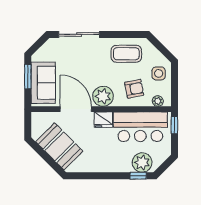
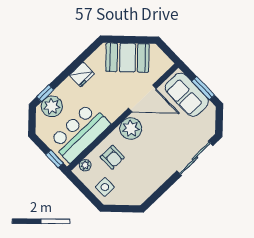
coffee table: (126, 54) -> (144, 178), removed
armchair: (134, 89) -> (112, 157), turned -79
fridge: (103, 120) -> (82, 74), moved, turned 180

